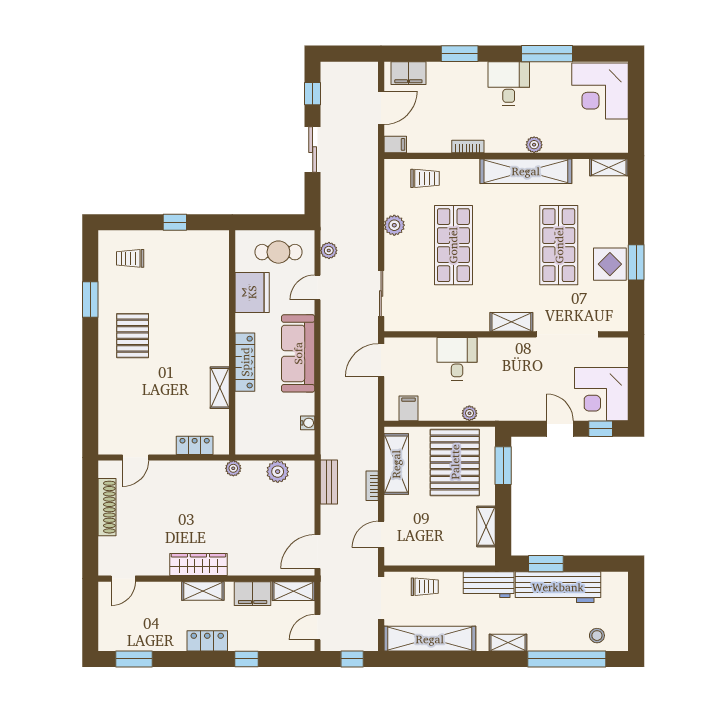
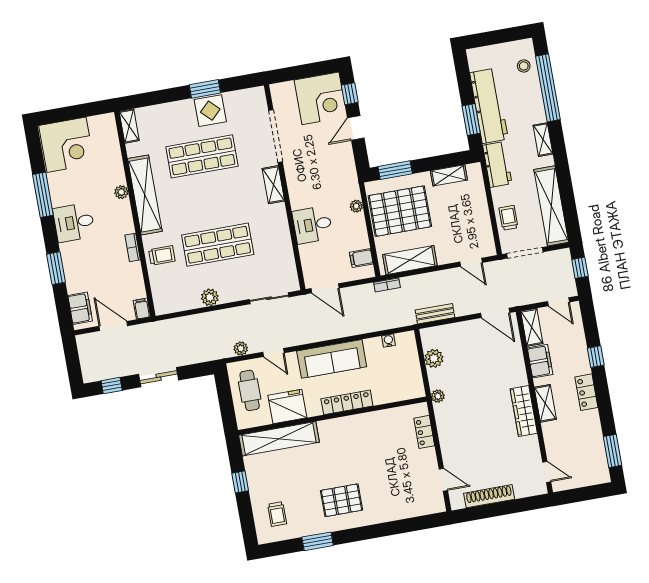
trolley: (425, 178) -> (162, 255), moved, turned 90
shelving: (220, 388) -> (279, 439), moved, width x2.20, depth x1.33
bookcase: (372, 486) -> (387, 285), moved

